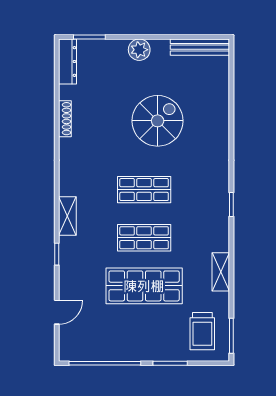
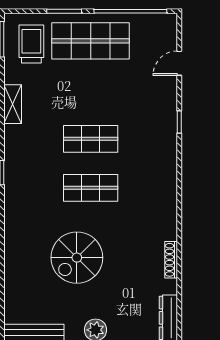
shelving: (67, 216) -> (168, 161), removed
shop shelf: (144, 286) -> (91, 41), moved

